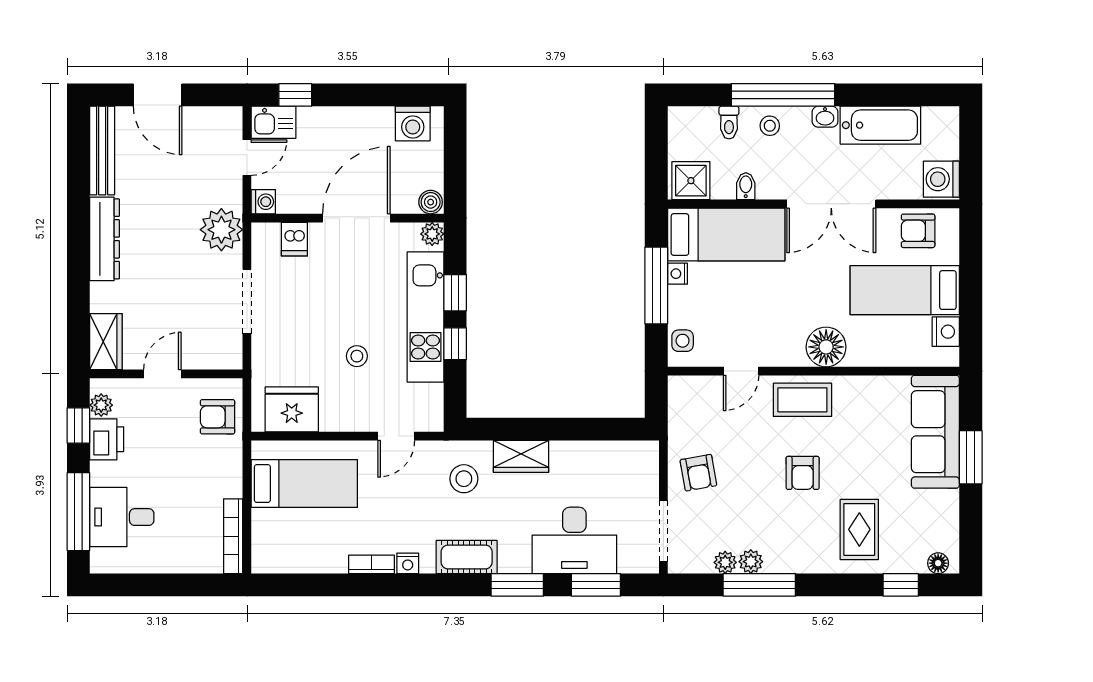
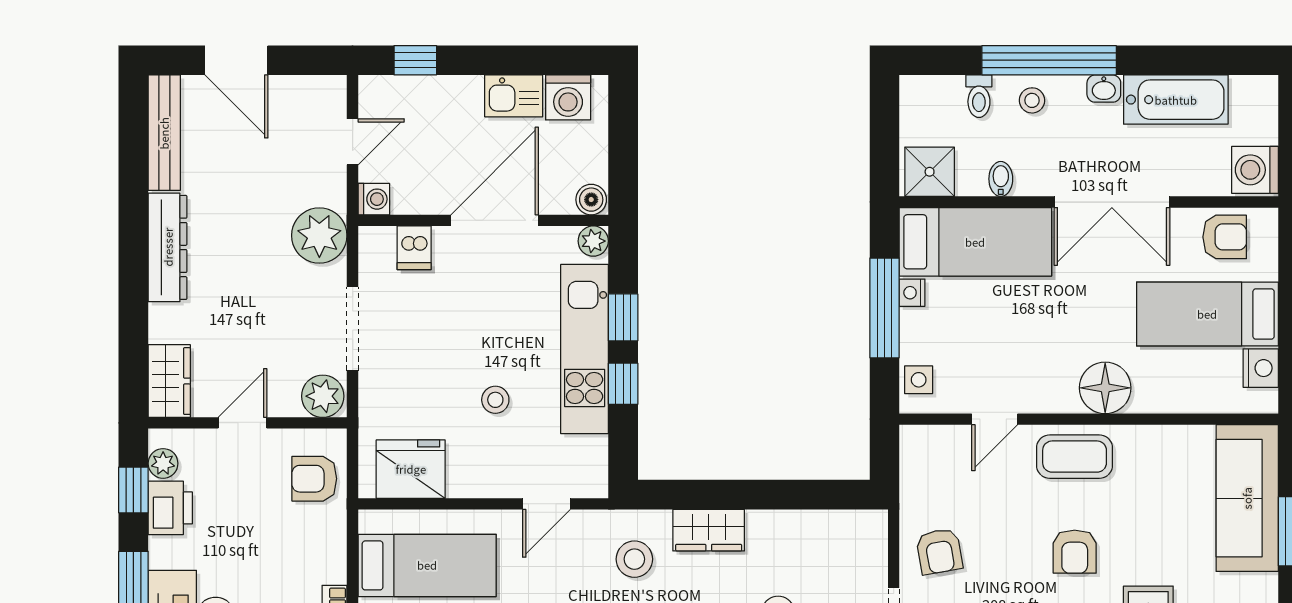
kitchen sink: (273, 122) -> (514, 96), moved
armchair: (918, 231) -> (1225, 237), turned 180
plant: (224, 353) -> (323, 396), added

